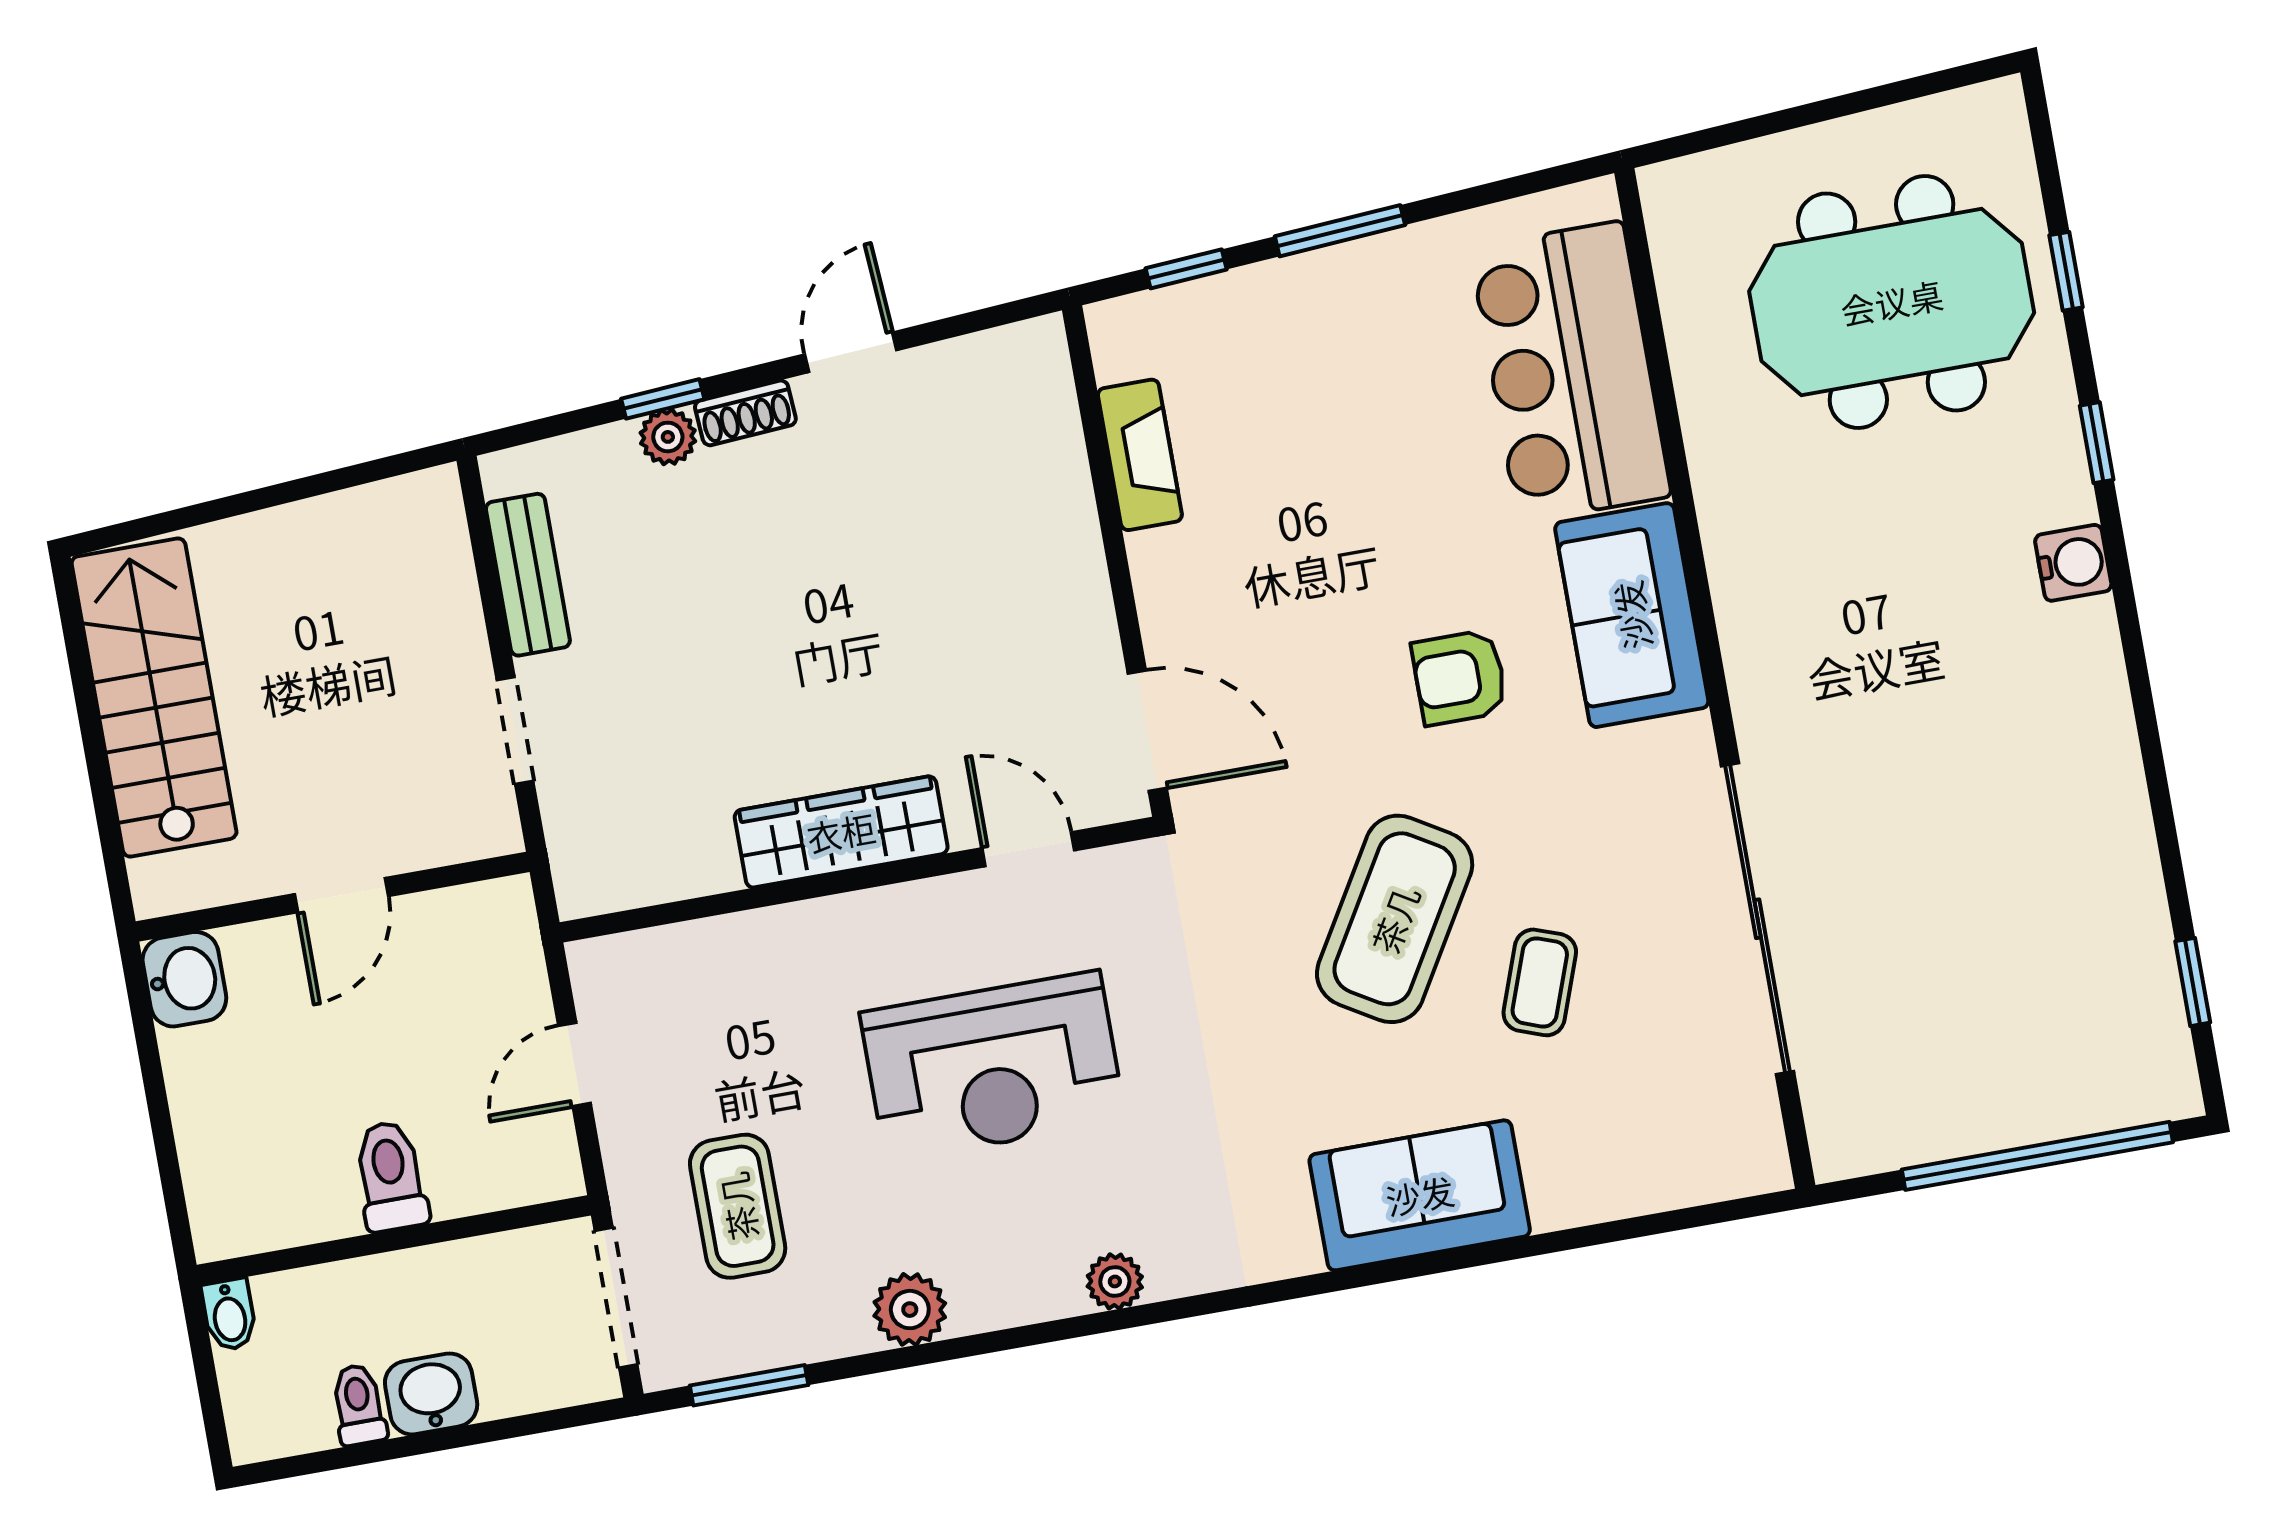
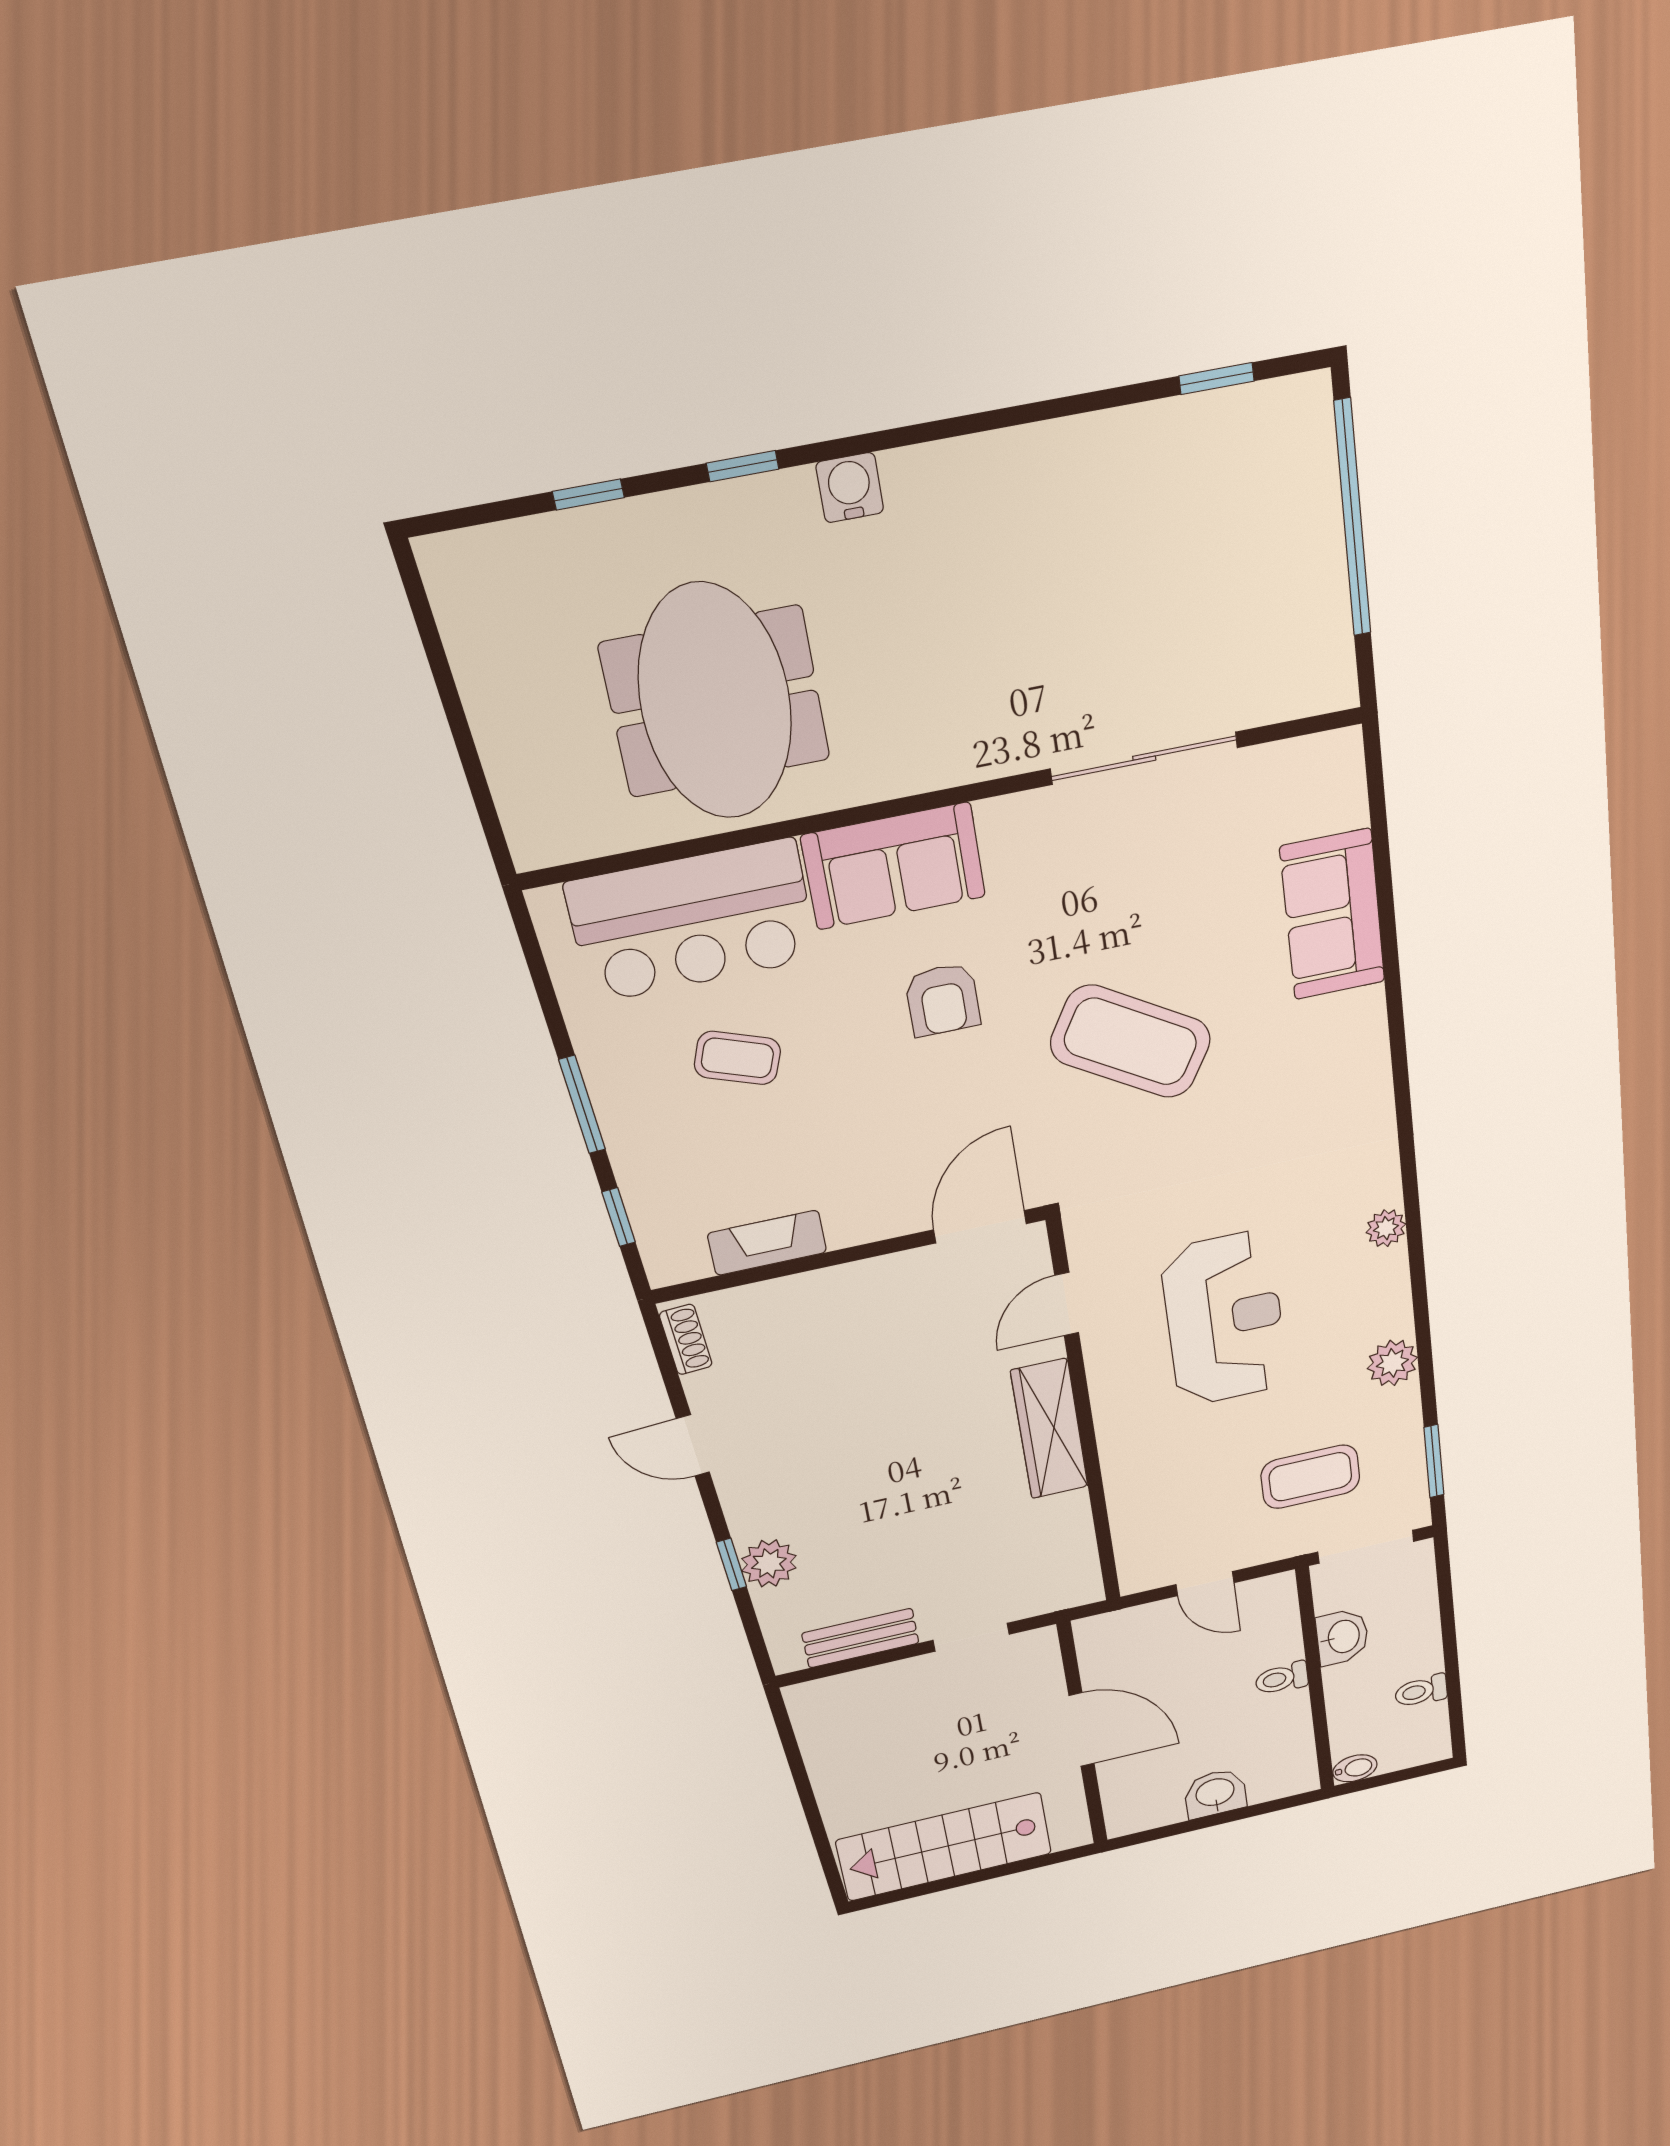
meeting table: (1892, 302) -> (715, 702), moved
shoe rack: (745, 413) -> (686, 1339), moved
plant: (668, 437) -> (769, 1563), width x1.38, depth x1.38
door: (341, 895) -> (1082, 1730), width x1.38
sliding door: (1758, 919) -> (1144, 758), width x0.73
washbasin: (184, 979) -> (1215, 1793), moved
coffee table: (1540, 982) -> (737, 1058), moved
toilet: (391, 1176) -> (1282, 1678), width x0.73, depth x0.72
sofa: (1420, 1195) -> (1333, 915), moved
washbasin: (431, 1394) -> (1342, 1637), moved, turned 180

